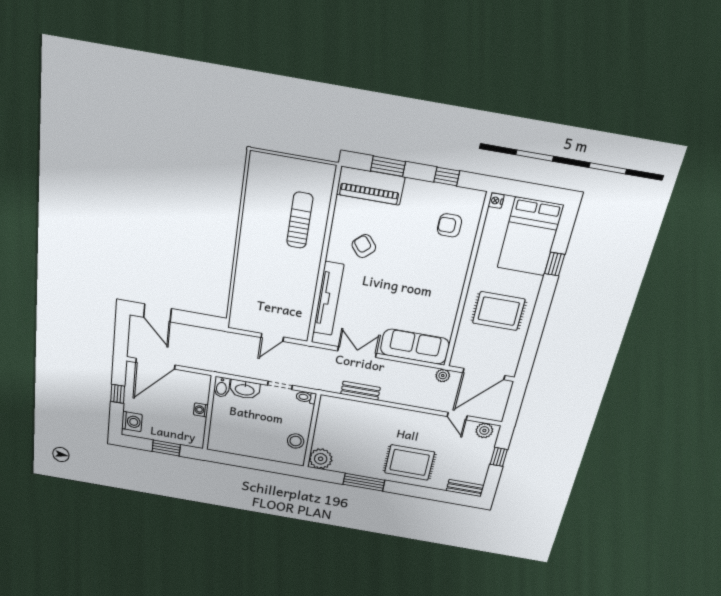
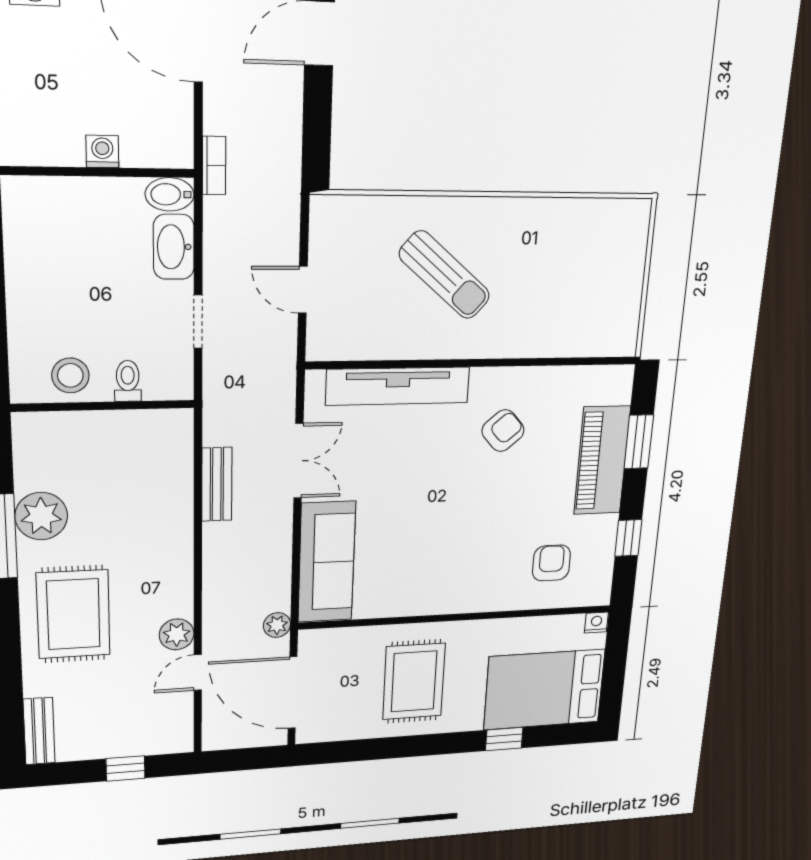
piano: (370, 186) -> (602, 460), moved
sun lounger: (300, 220) -> (445, 275), moved, turned 41
bookcase: (211, 367) -> (214, 166), added
toilet: (306, 397) -> (128, 381), moved
plant: (484, 431) -> (177, 634), moved
plant: (321, 459) -> (41, 516), moved

